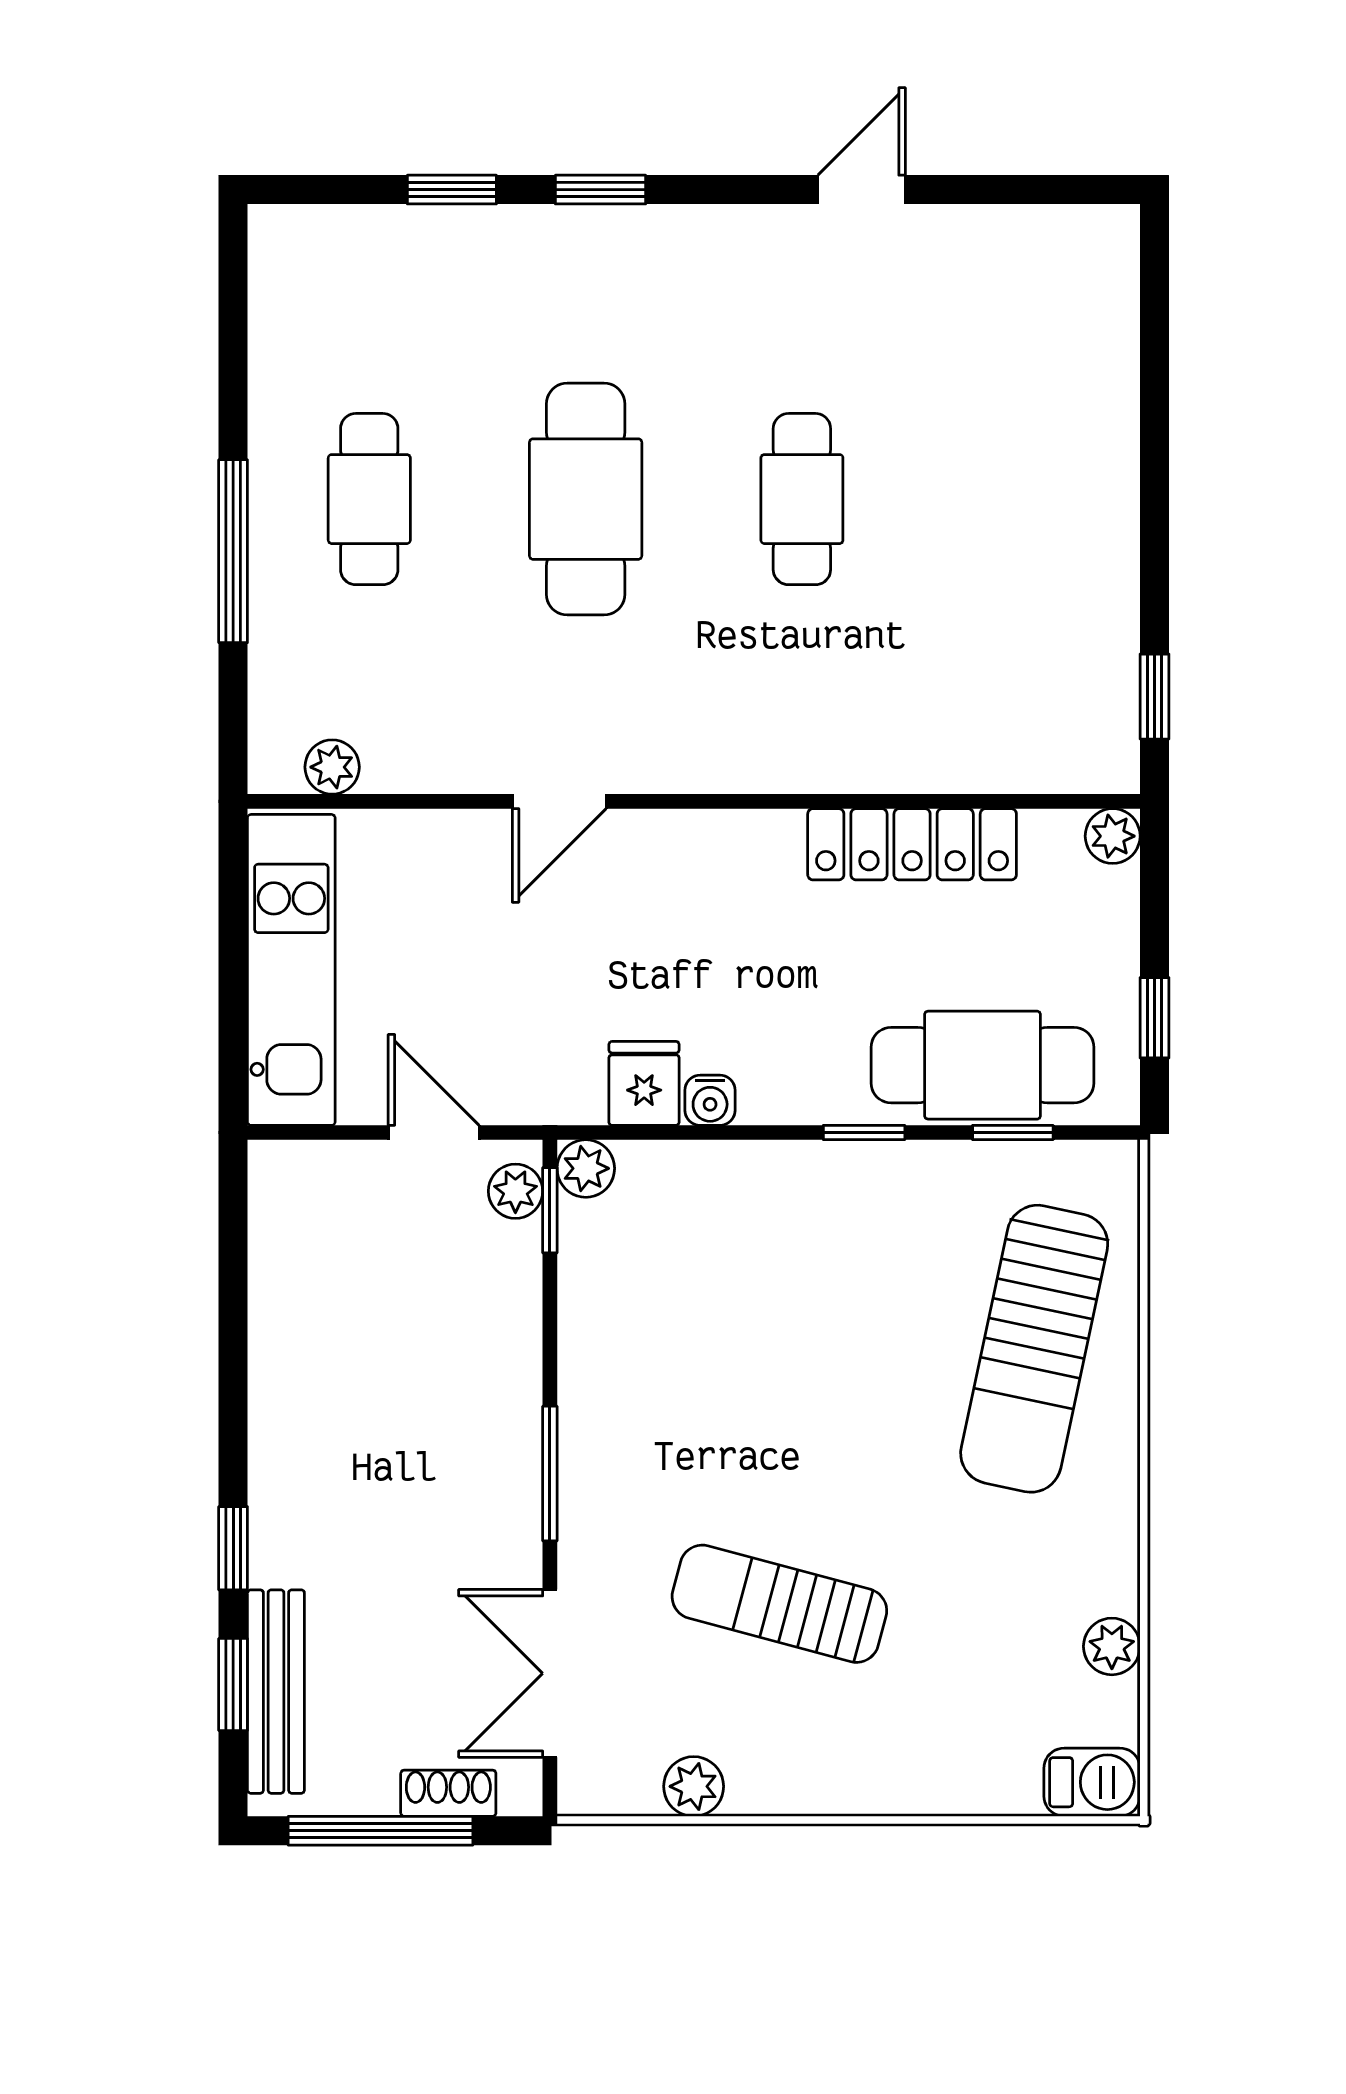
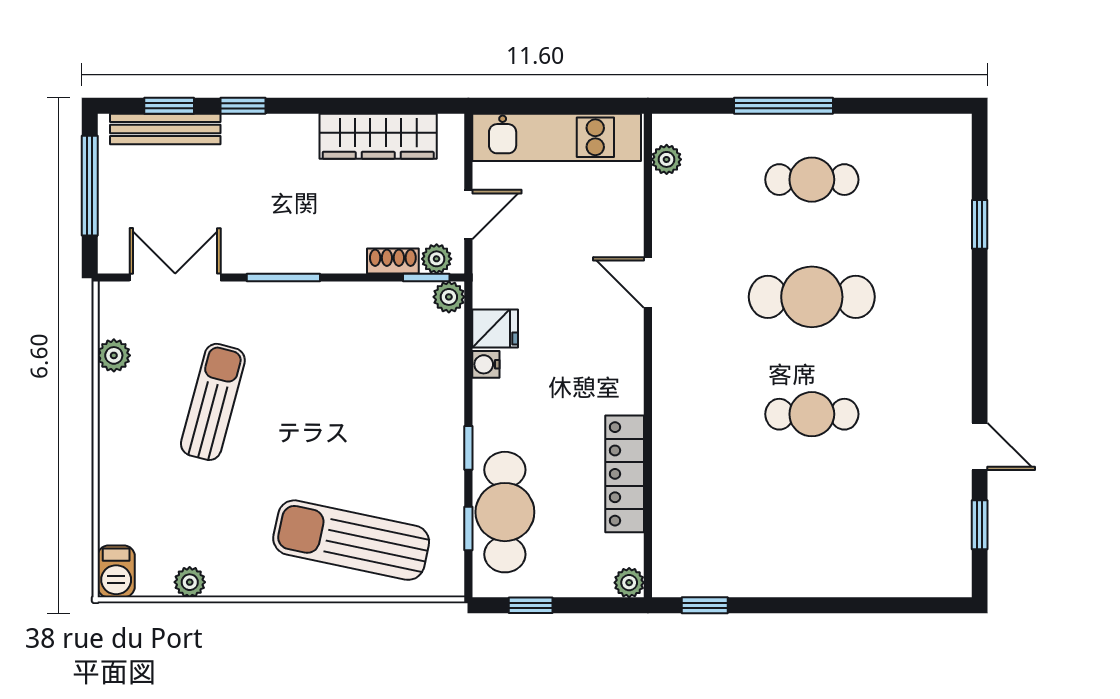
window: (600, 190) -> (980, 525), moved
wardrobe: (289, 1299) -> (378, 136), added
shoe rack: (448, 1793) -> (393, 261), moved, turned -90

